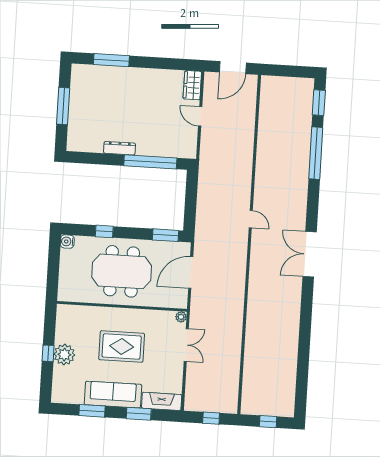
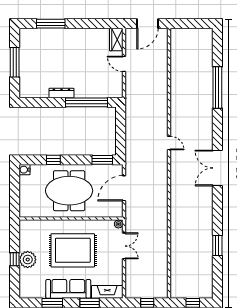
window: (319, 103) -> (217, 246), moved
rug: (122, 346) -> (73, 250), width x1.37, depth x1.44

